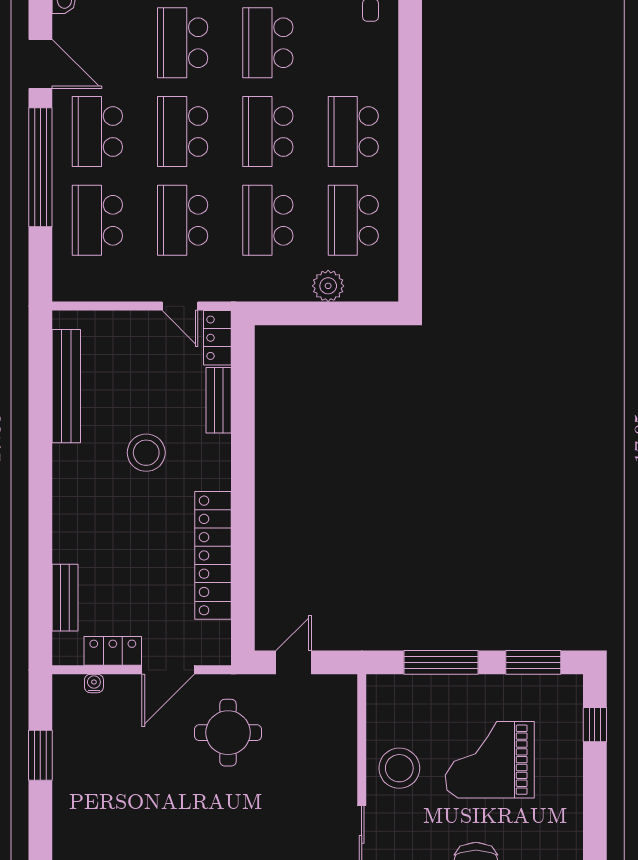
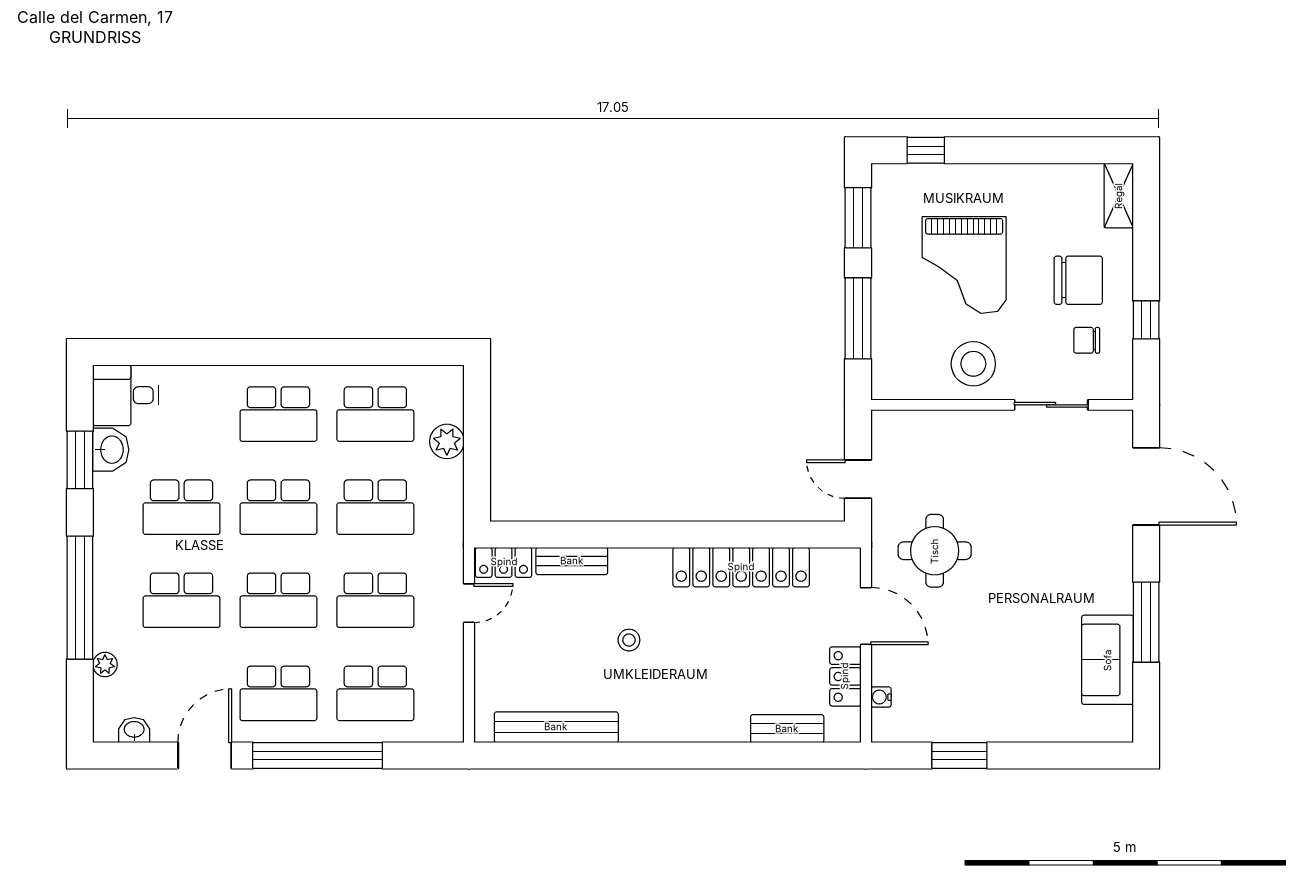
stool: (146, 453) -> (629, 640), width x0.53, depth x0.53

